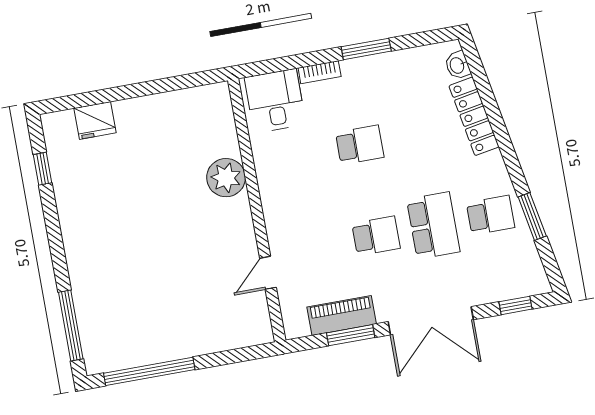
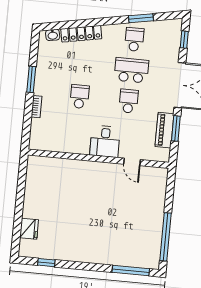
desk: (275, 101) -> (105, 141), moved, turned -90
plant: (226, 178) -> (77, 170), removed

